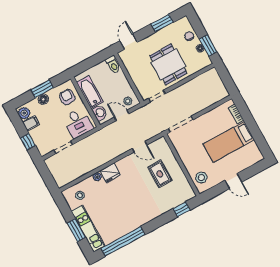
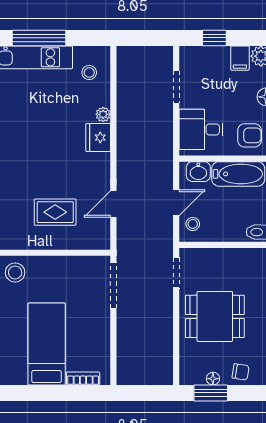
window: (76, 230) -> (39, 38), width x1.44

